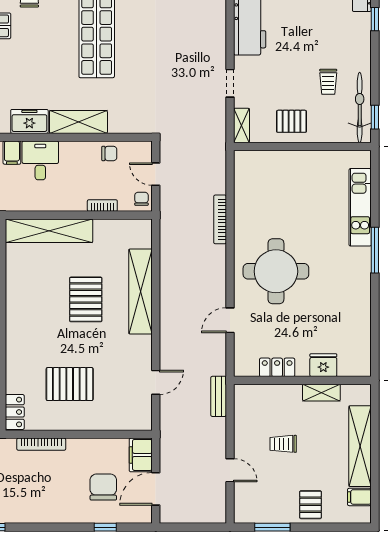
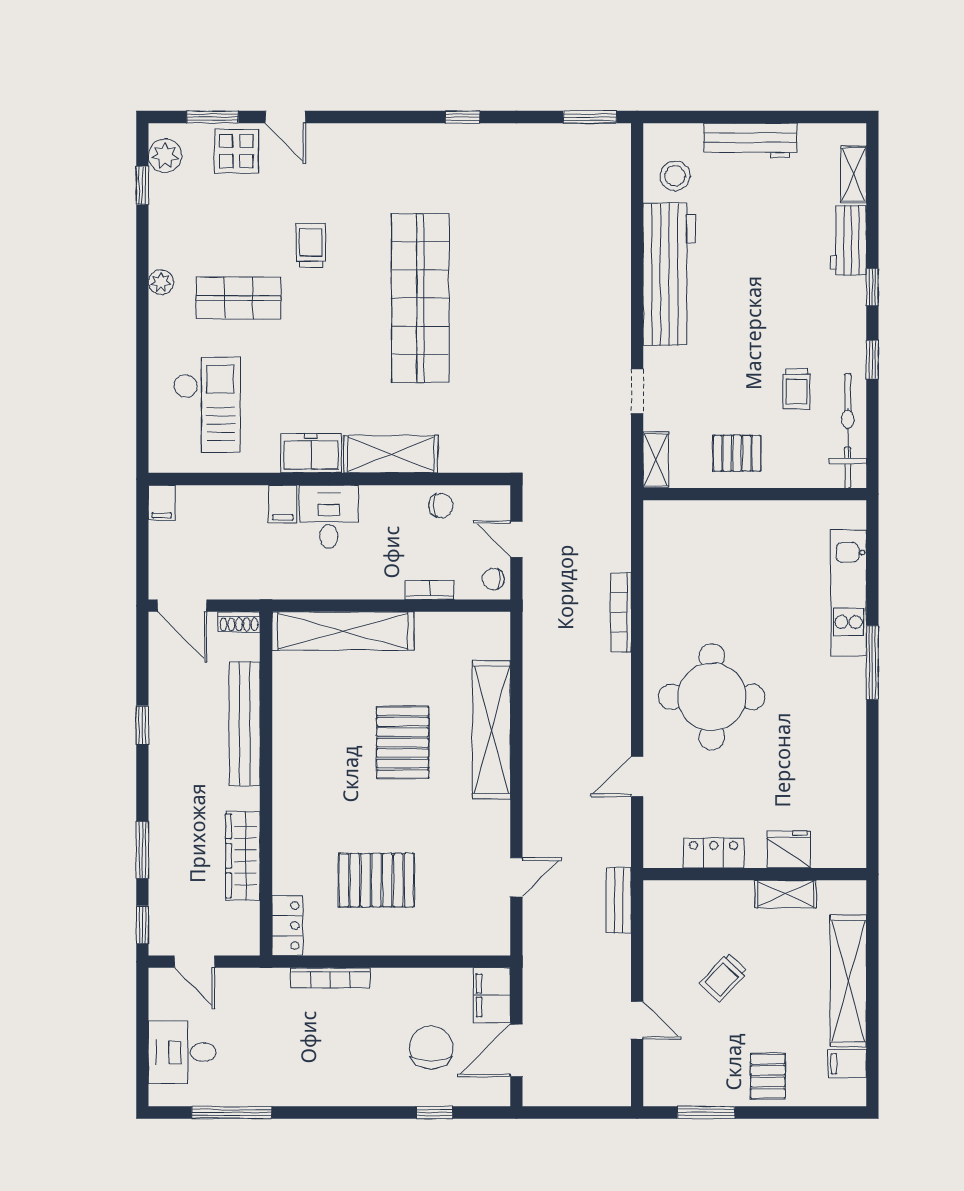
window: (375, 117) -> (872, 360), moved
chair: (141, 199) -> (493, 579), turned -90
trolley: (283, 444) -> (724, 977), turned -47

